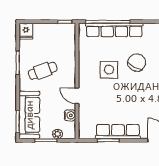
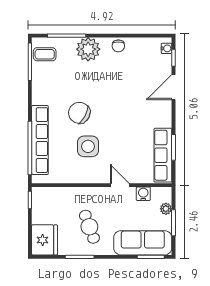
fridge: (26, 31) -> (45, 240), width x1.88, depth x1.34
door: (77, 96) -> (120, 185), swing flipped
row of seats: (118, 132) -> (163, 155), moved

